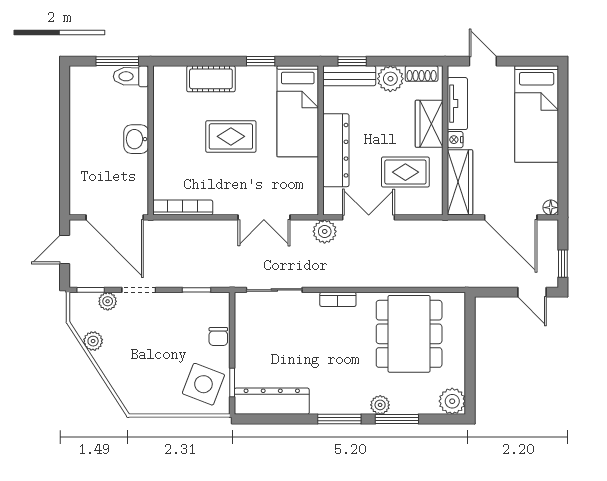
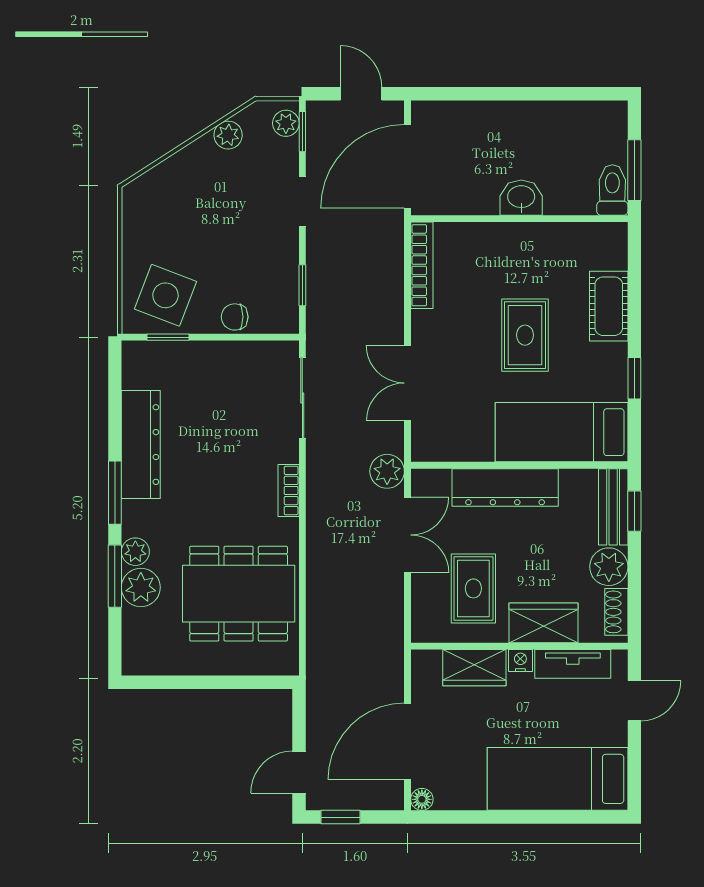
wardrobe: (460, 182) -> (474, 668), width x0.67
plant: (108, 301) -> (286, 123), moved
dresser: (272, 401) -> (141, 445), moved
plant: (452, 401) -> (141, 587), moved

